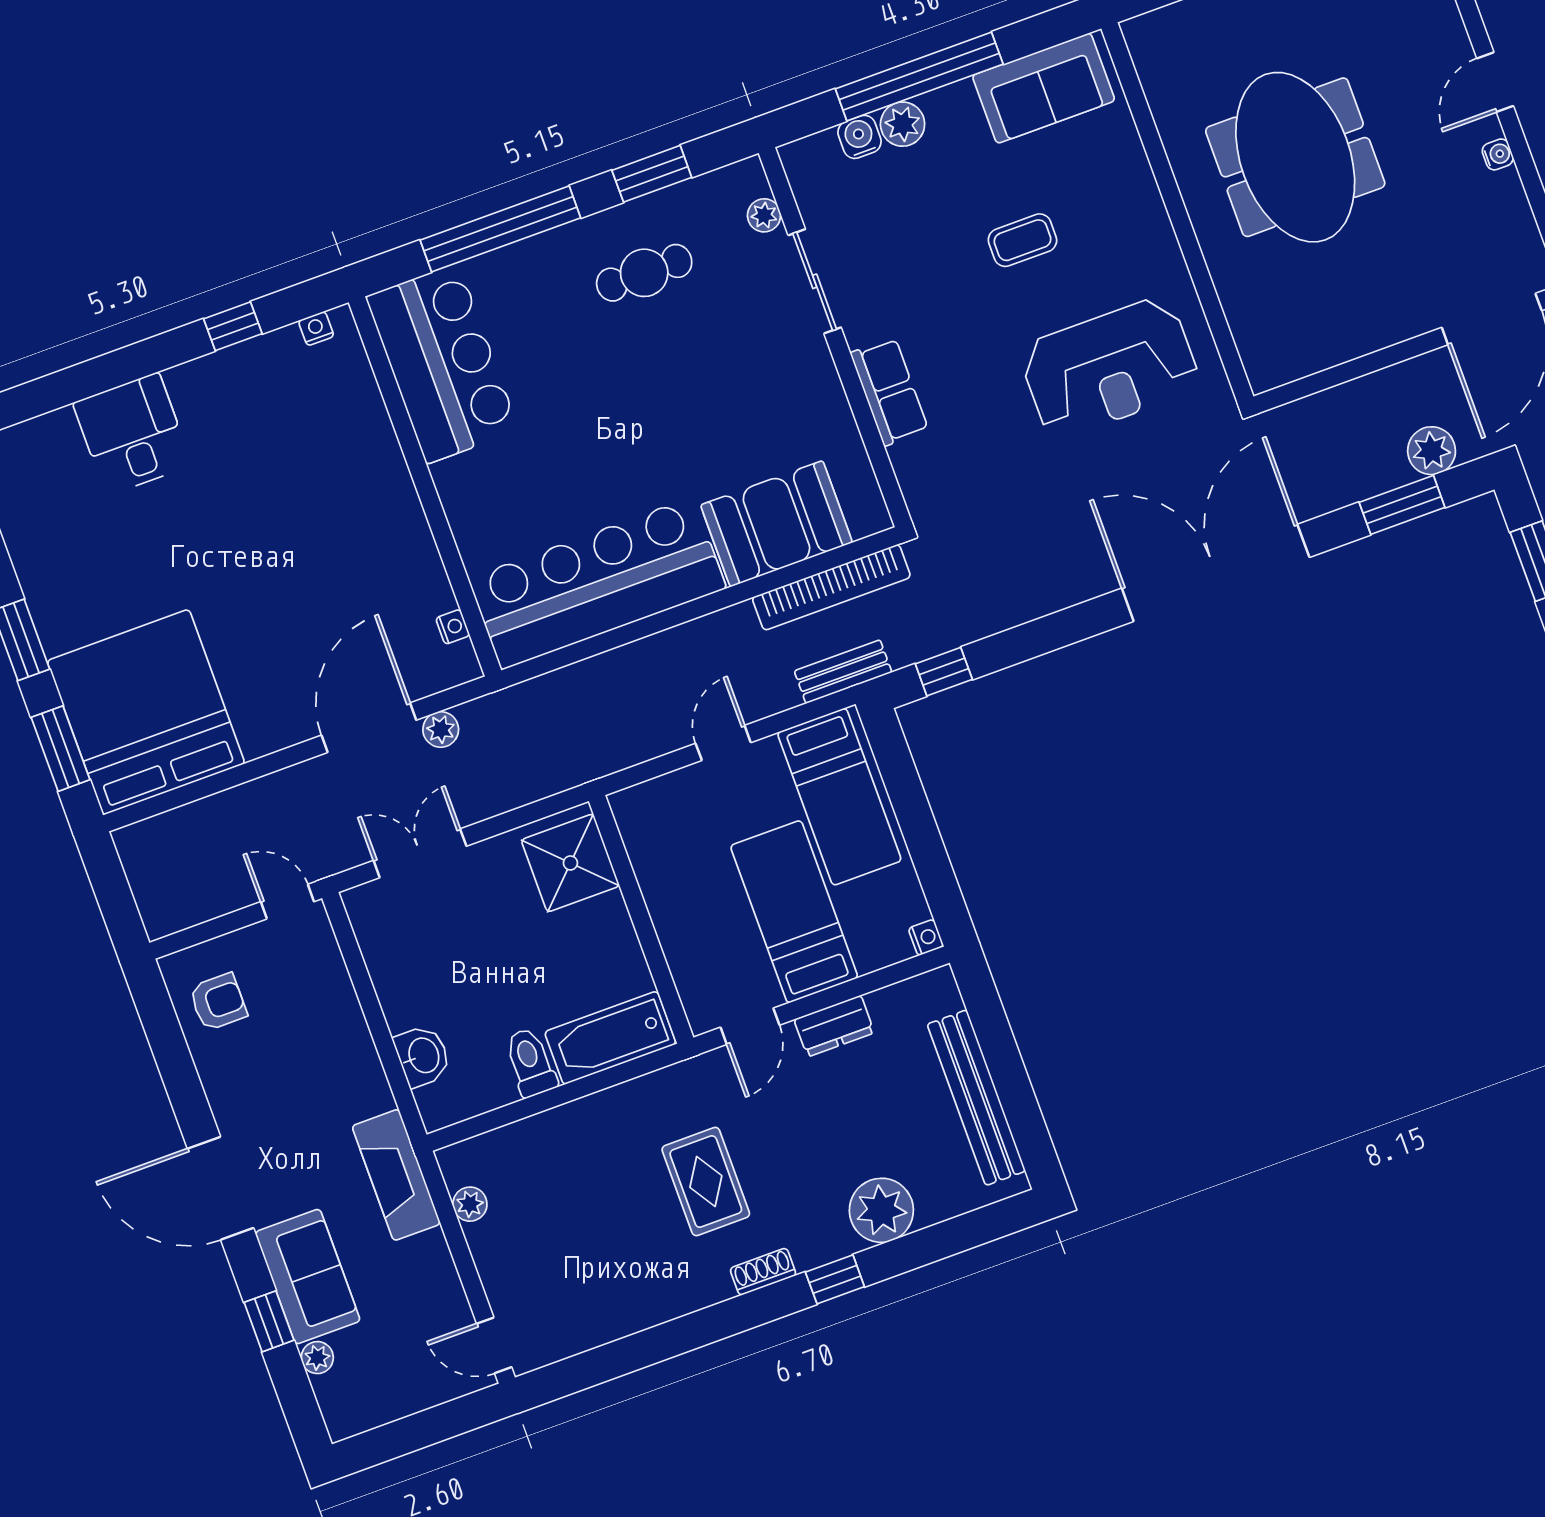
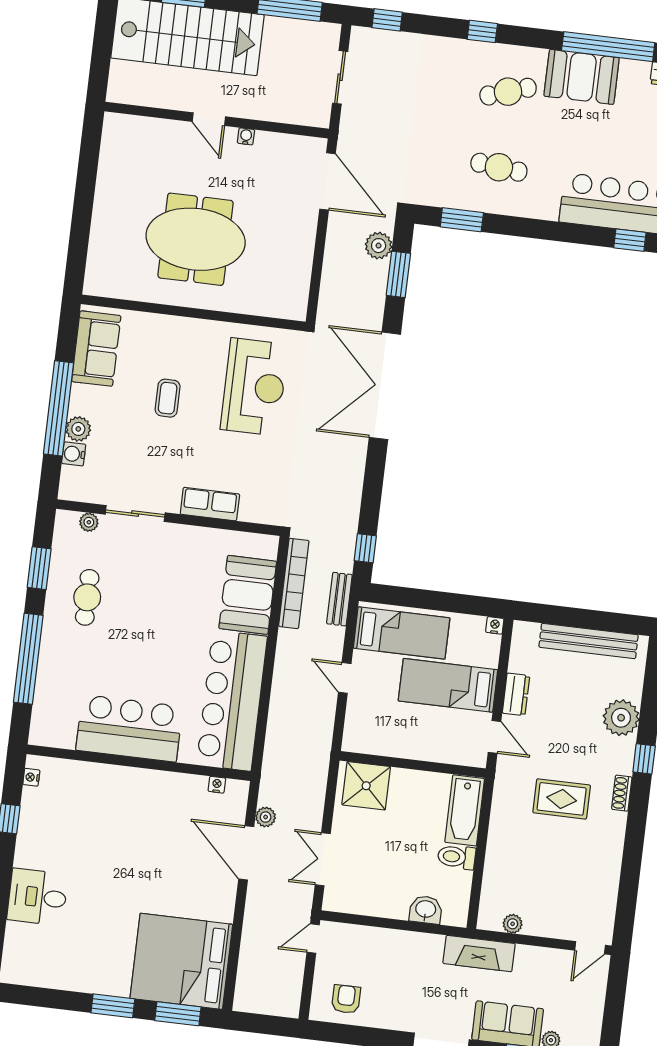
bar counter: (442, 364) -> (129, 728), moved

